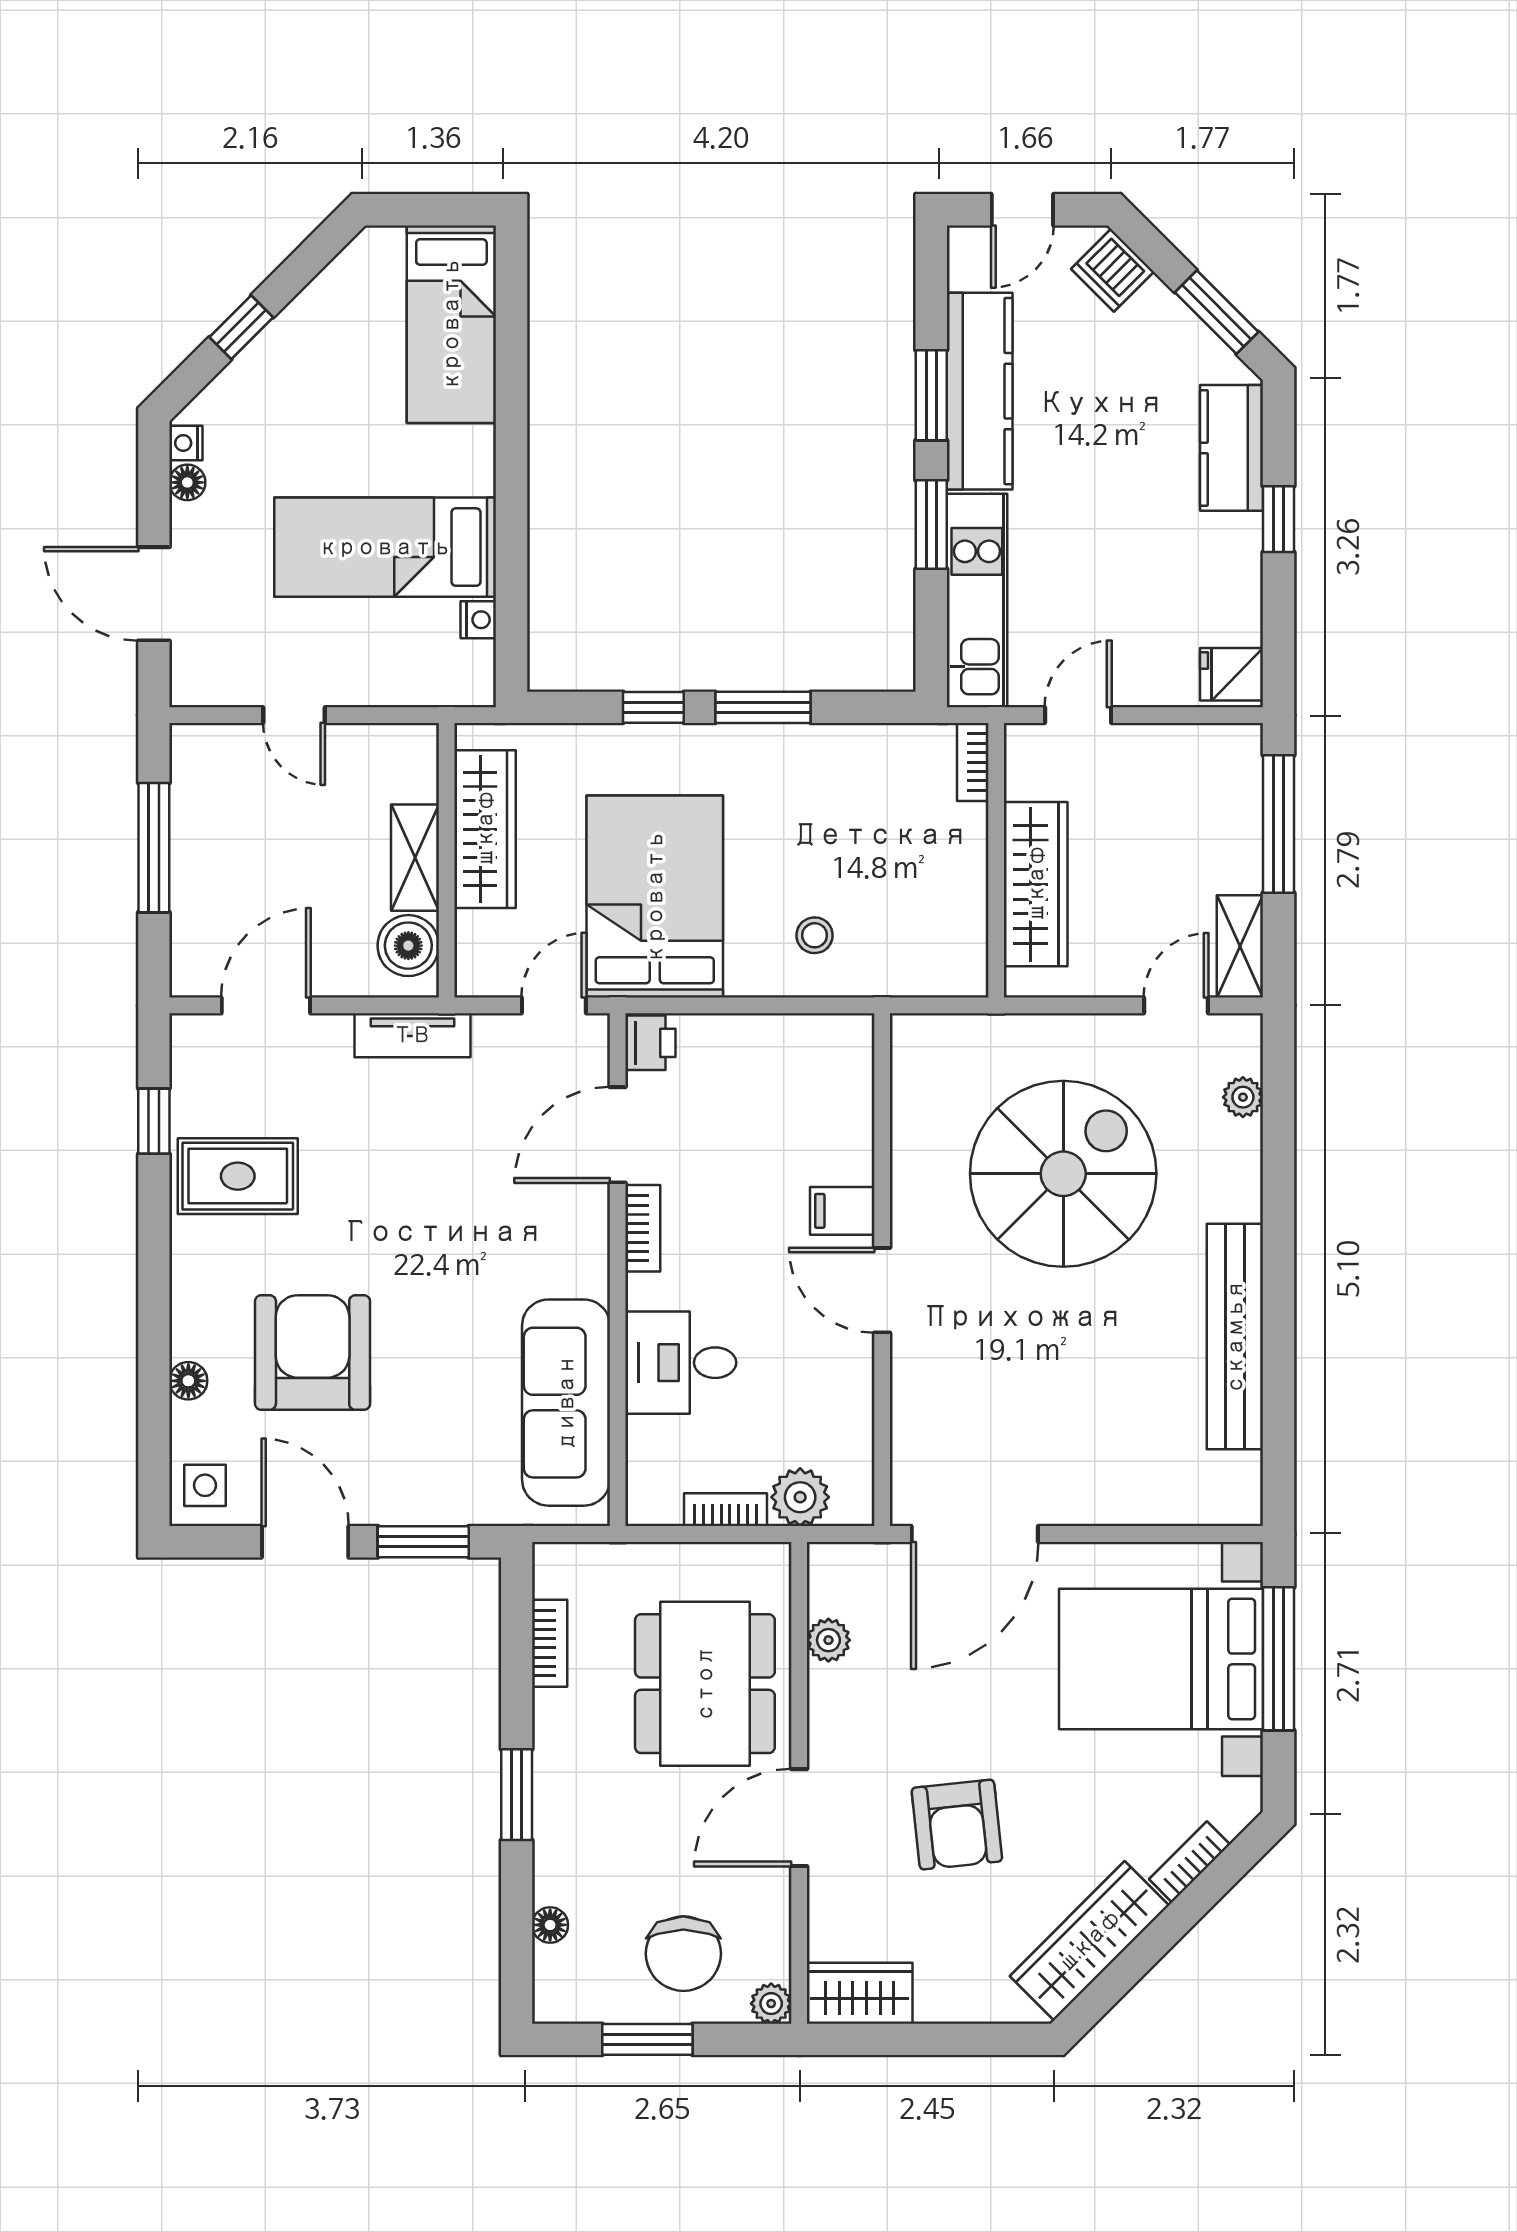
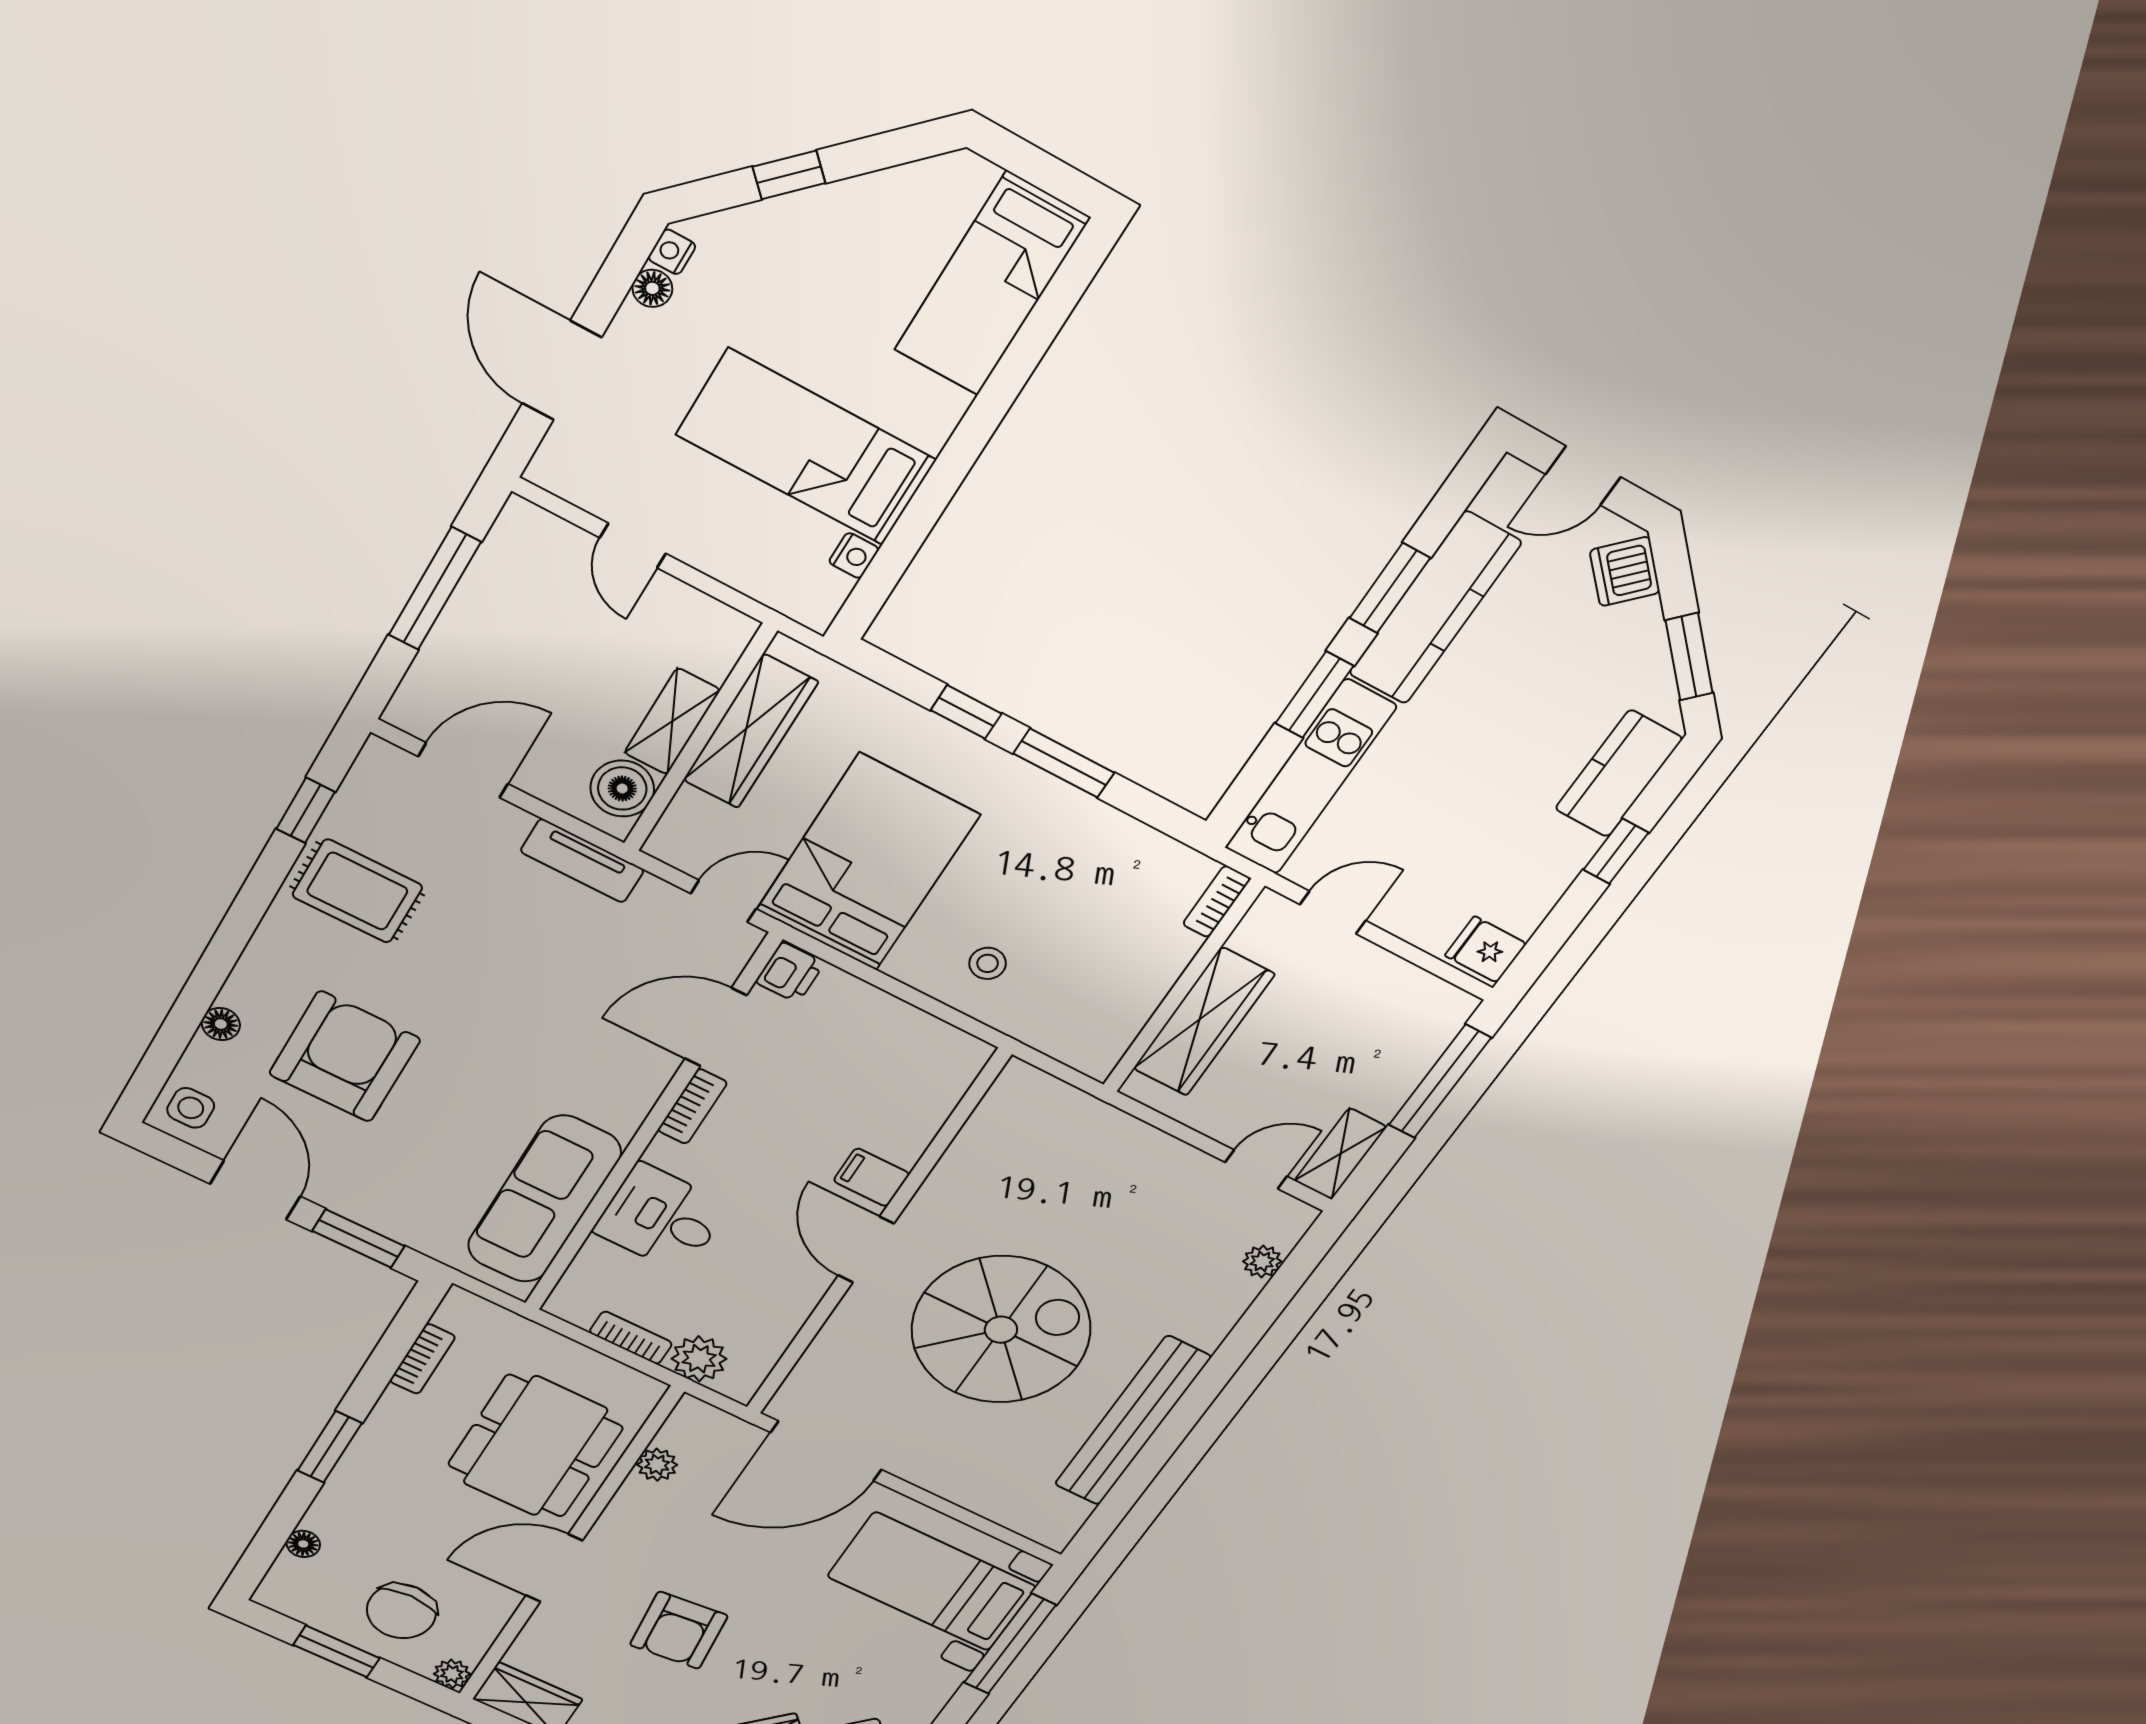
spiral stairs: (1063, 1174) -> (1001, 1330), moved
bed with nightstands: (1161, 1659) -> (932, 1582), width x0.73

